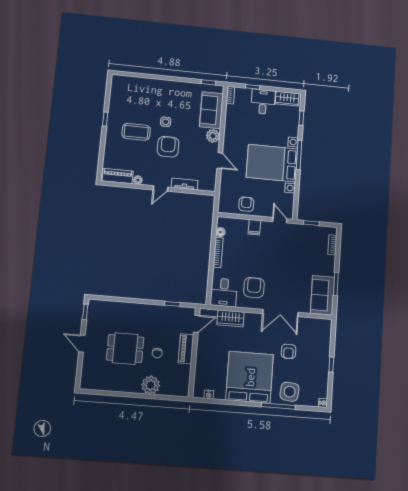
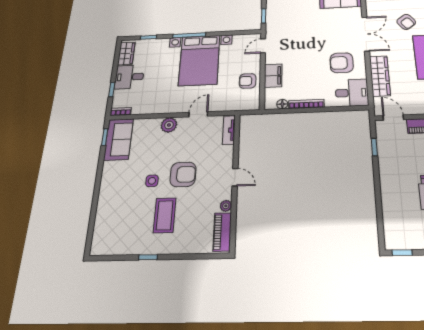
sofa: (211, 110) -> (118, 139), moved, turned -90
armchair: (168, 147) -> (183, 174), turned 180
tv unit: (185, 184) -> (229, 130), moved
filing cabinet: (254, 227) -> (273, 76), width x2.00
wardrobe: (230, 318) -> (380, 76), width x1.50
armchair: (289, 351) -> (406, 22), turned 53

